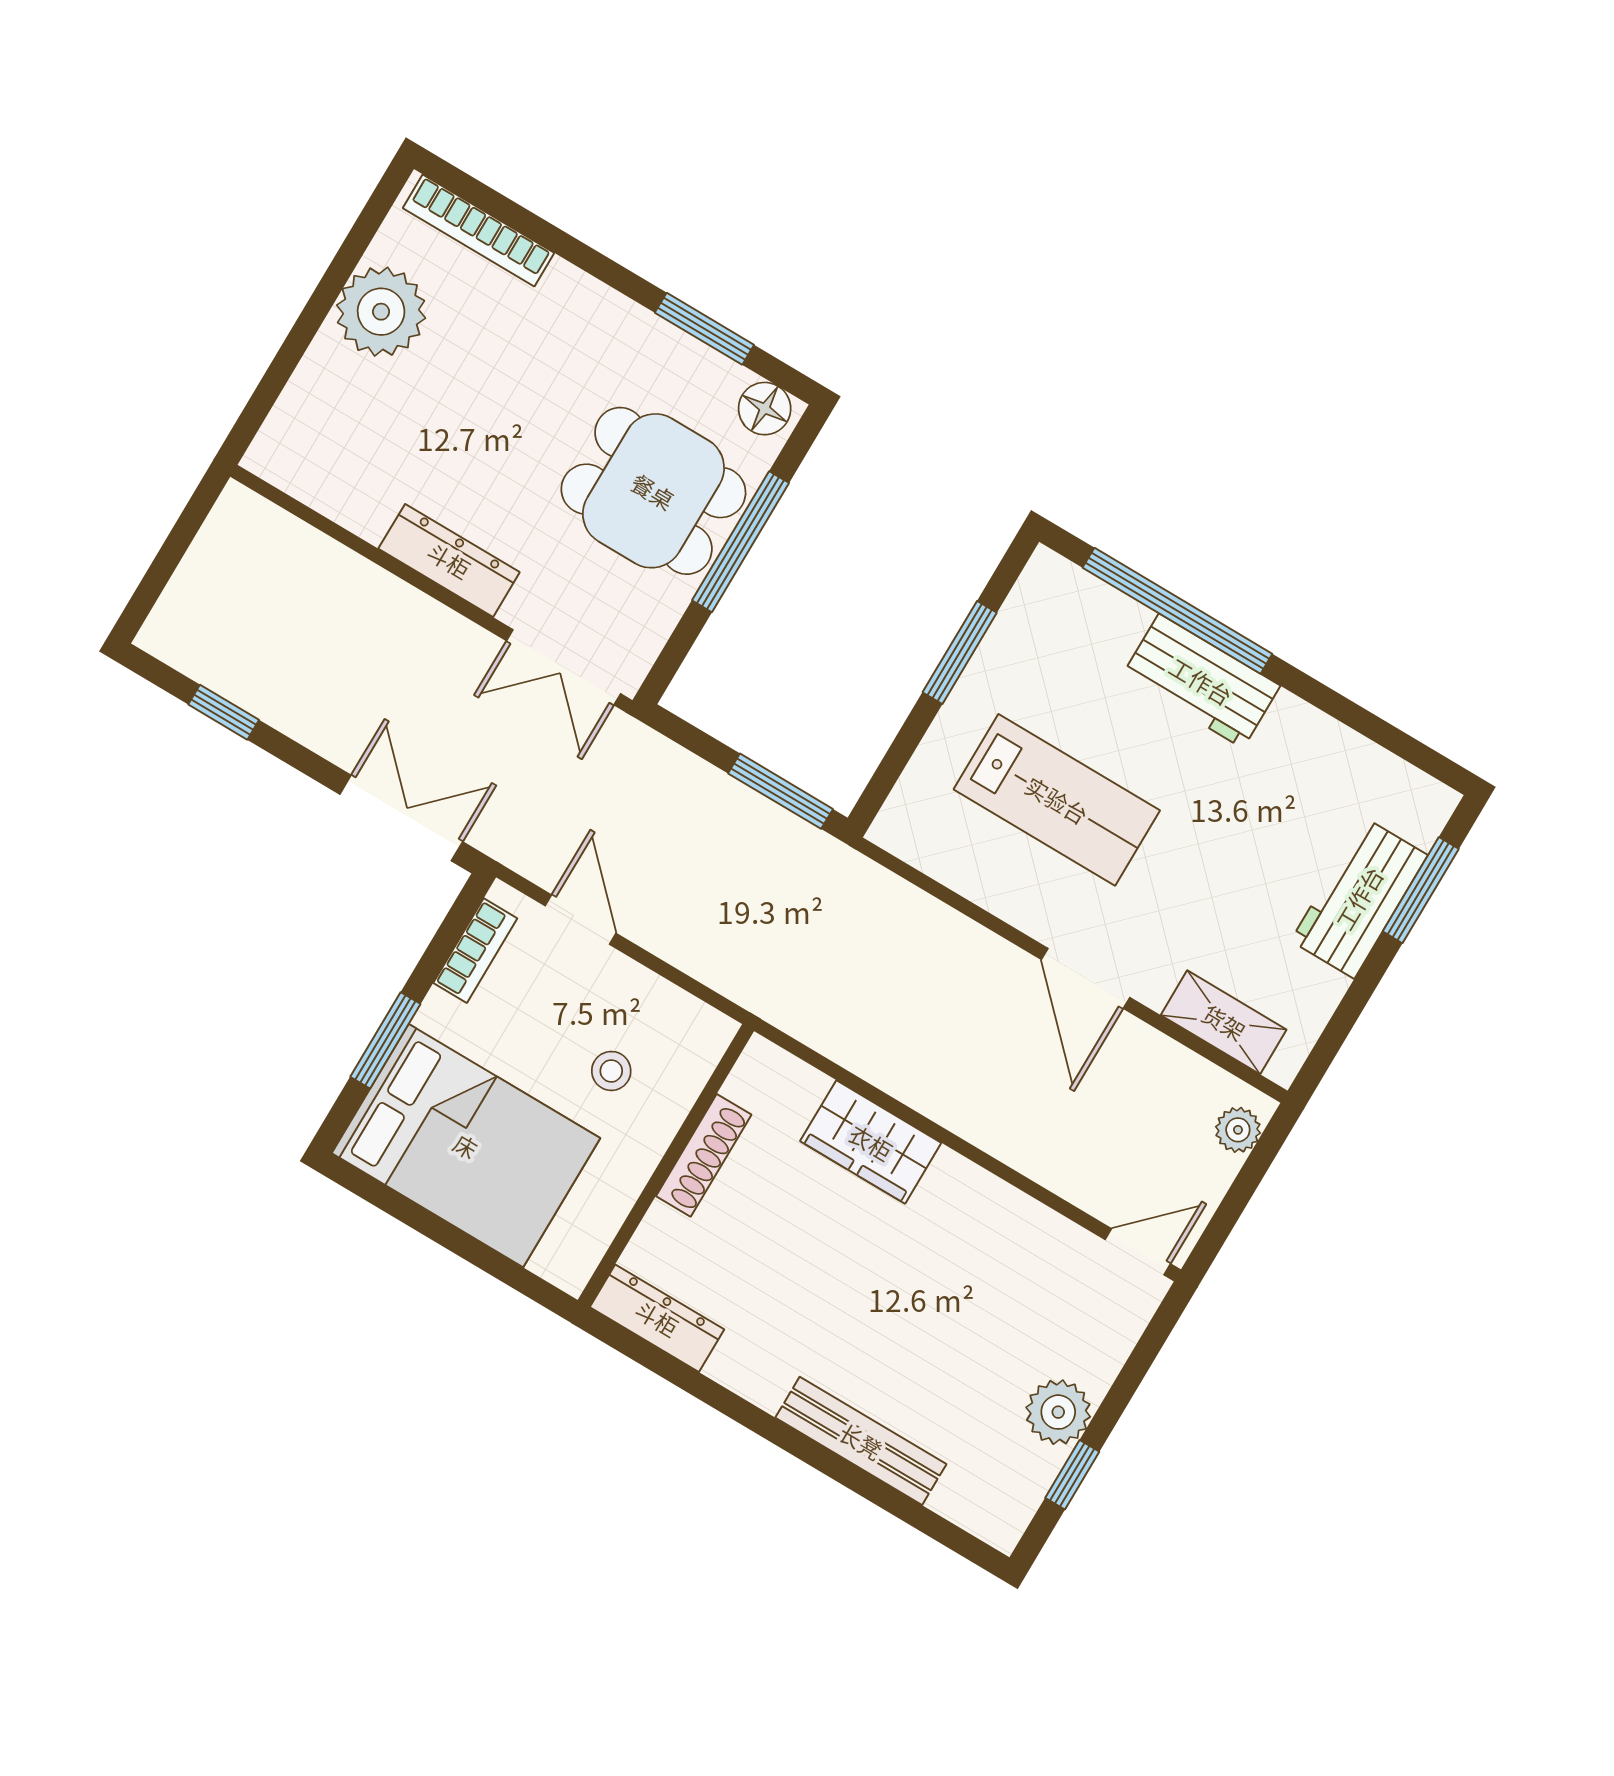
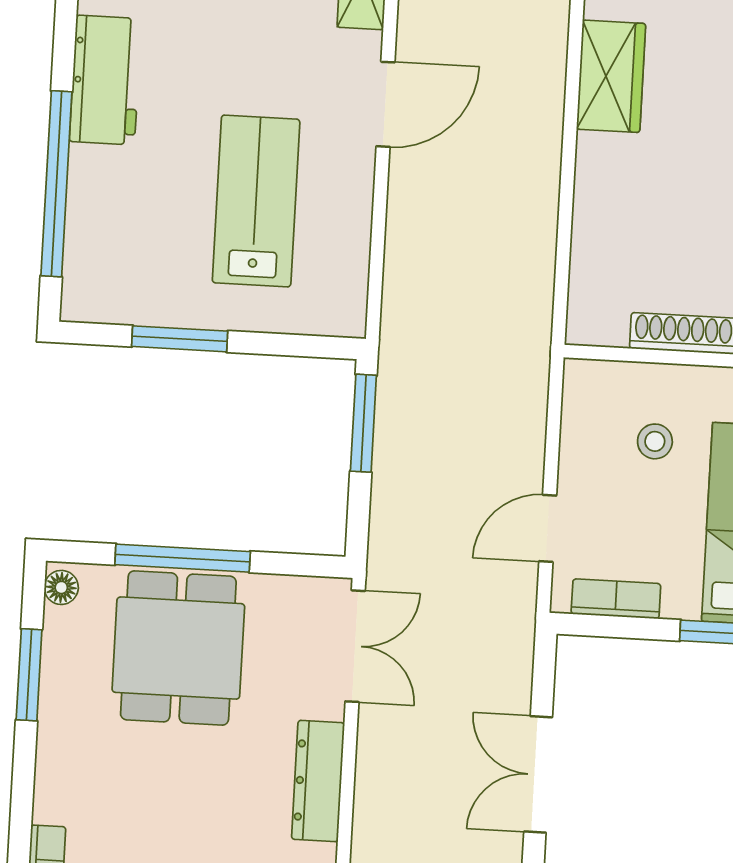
floor lamp: (765, 409) -> (61, 587), width x0.73, depth x0.73
workbench: (1201, 681) -> (105, 80), moved
double door: (401, 818) -> (538, 774), moved
wardrobe: (871, 1142) -> (611, 76), moved

